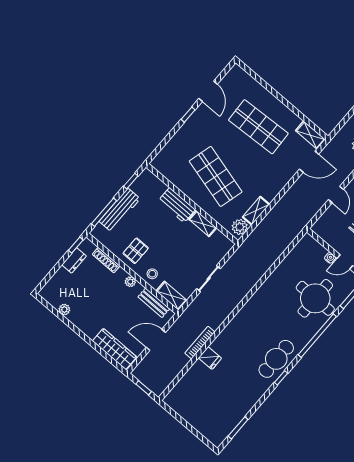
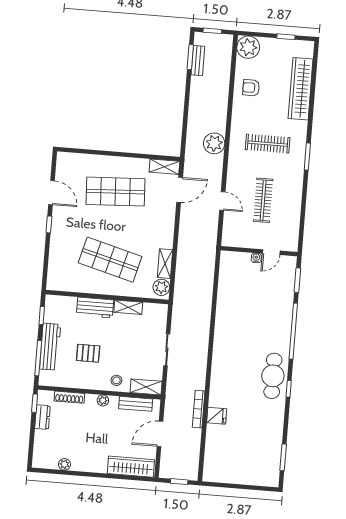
pallet: (136, 251) -> (88, 353), moved, turned 90
round table: (315, 298) -> (269, 301), removed

